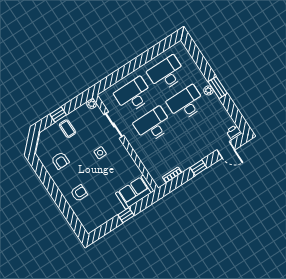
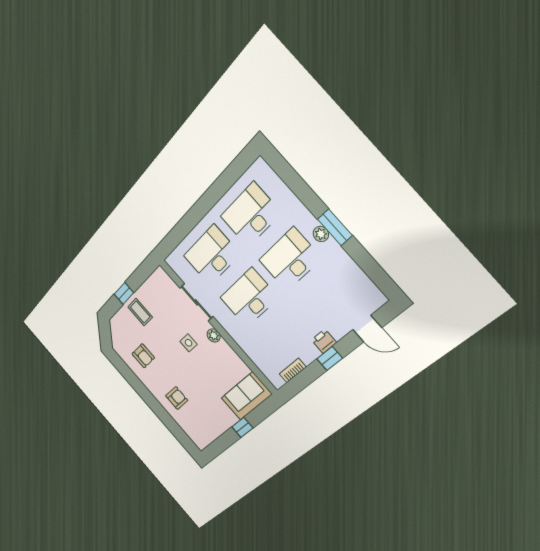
plant: (92, 104) -> (214, 335), moved
printer: (234, 132) -> (324, 341), moved

